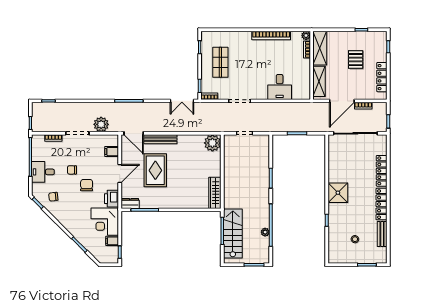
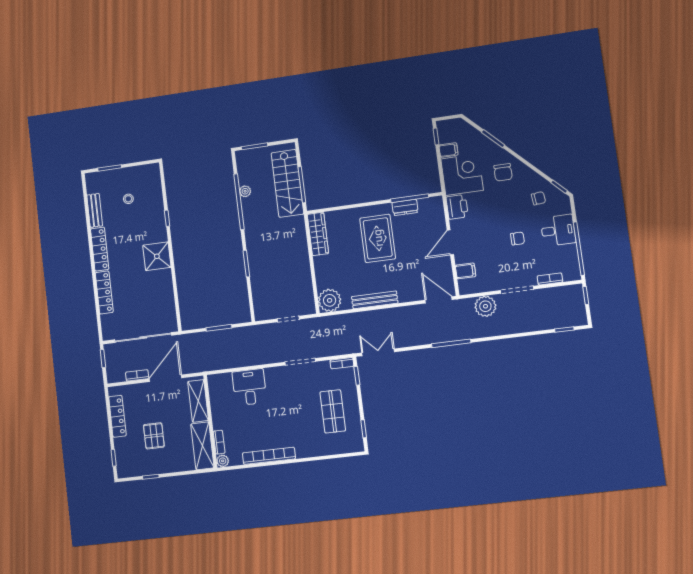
bench: (160, 139) -> (375, 300), moved
rug: (155, 170) -> (378, 238), moved
chair: (87, 185) -> (503, 172), moved
dresser: (130, 203) -> (405, 207), moved

